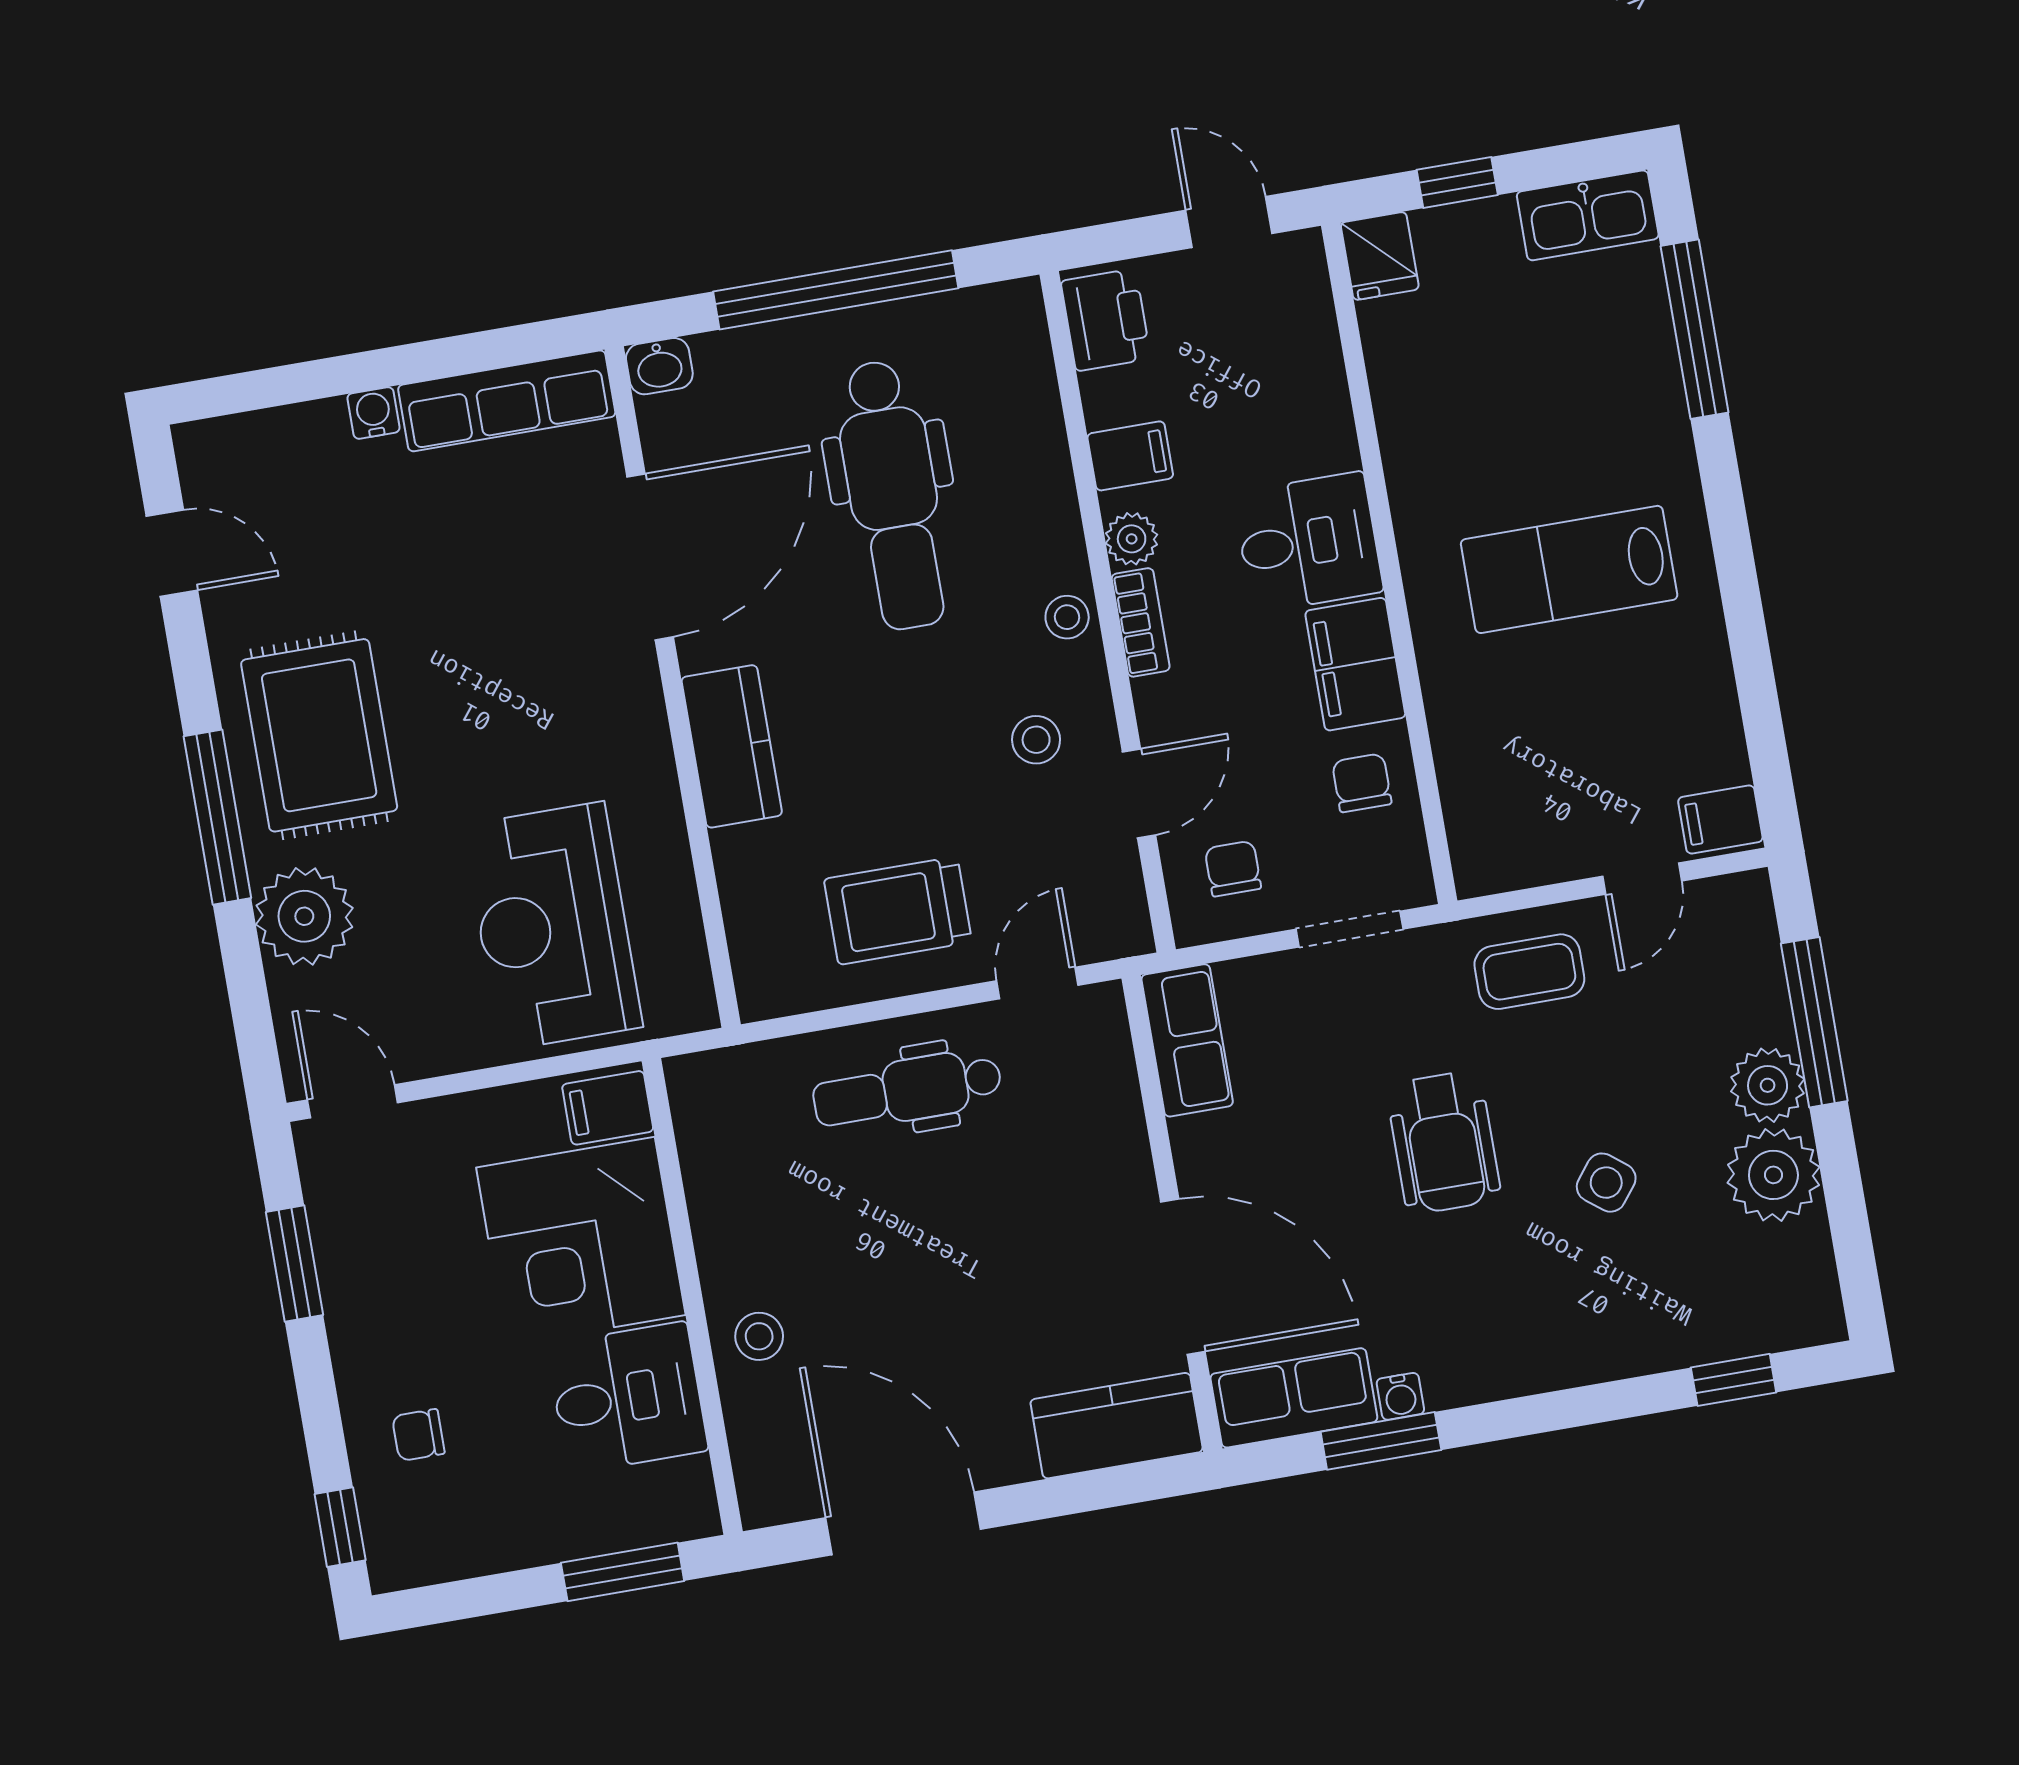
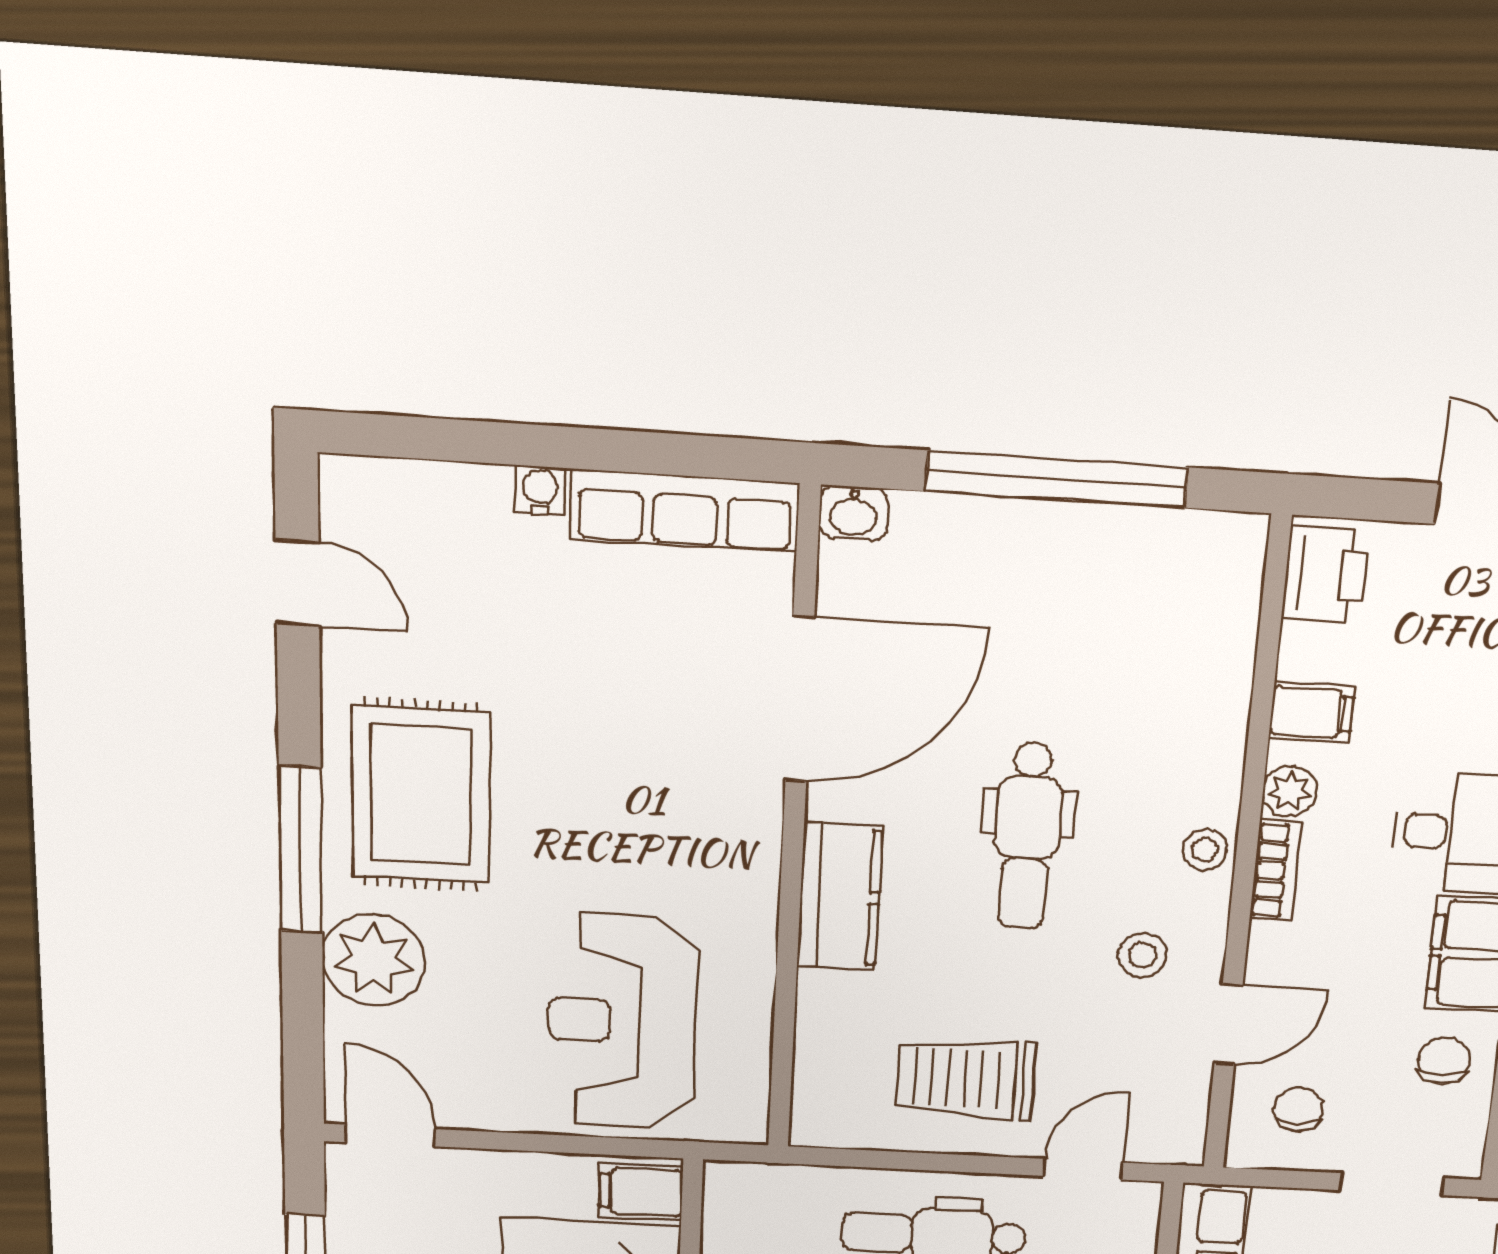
dental chair: (893, 495) -> (1027, 836), moved, width x0.73, depth x0.72

